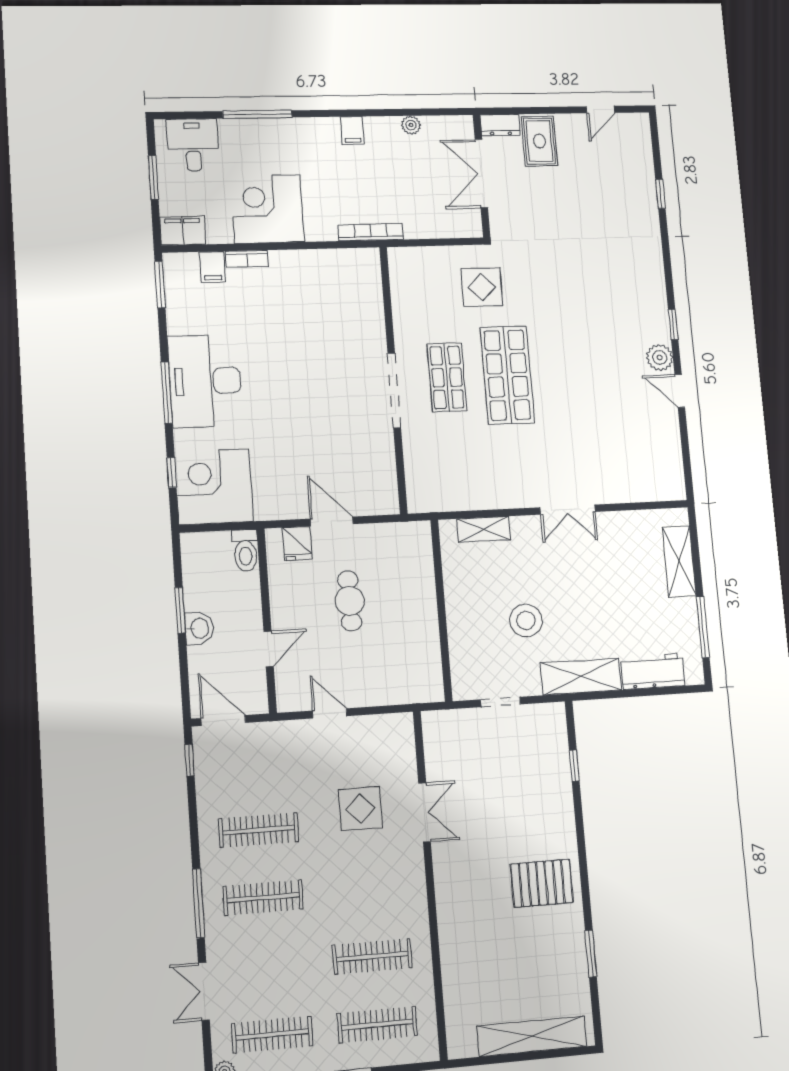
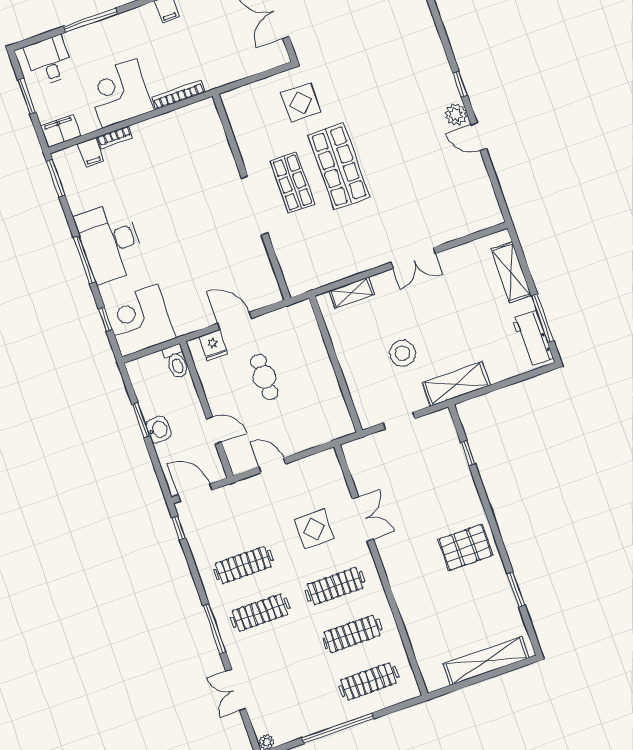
bookcase: (371, 232) -> (178, 95), moved
door: (269, 649) -> (214, 430), hinge flipped
workbench: (653, 671) -> (533, 338), moved, turned -90
clothes rail: (272, 1035) -> (335, 586), moved

